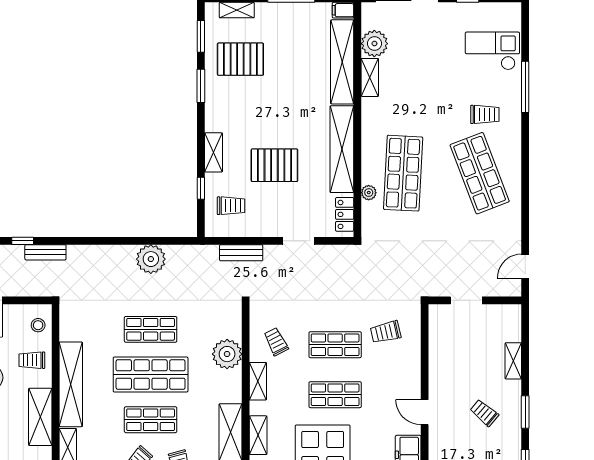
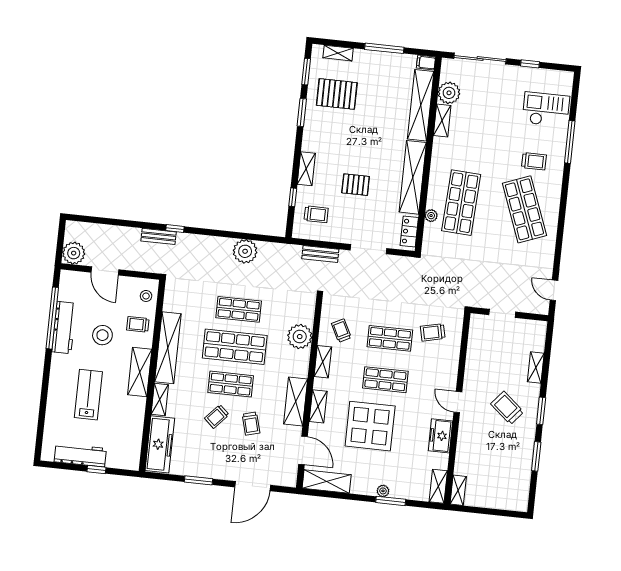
pallet: (274, 165) -> (356, 185), width x0.67, depth x0.71
window: (23, 241) -> (175, 229), moved
doorway: (298, 241) -> (369, 249), width x1.38
door: (525, 266) -> (554, 290), hinge flipped
trolley: (484, 413) -> (507, 408), width x1.36, depth x1.39

